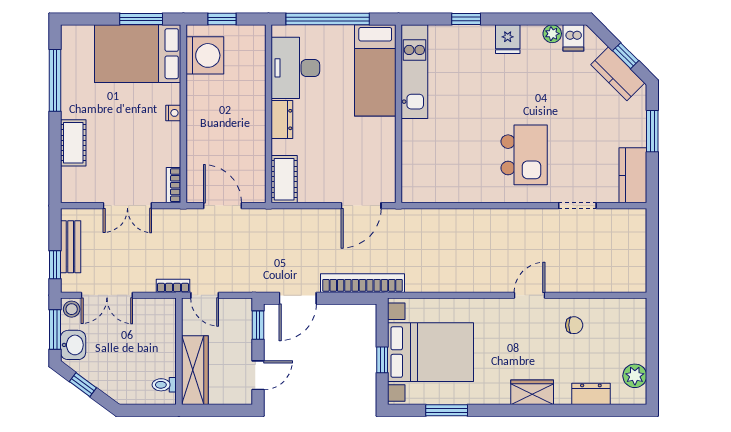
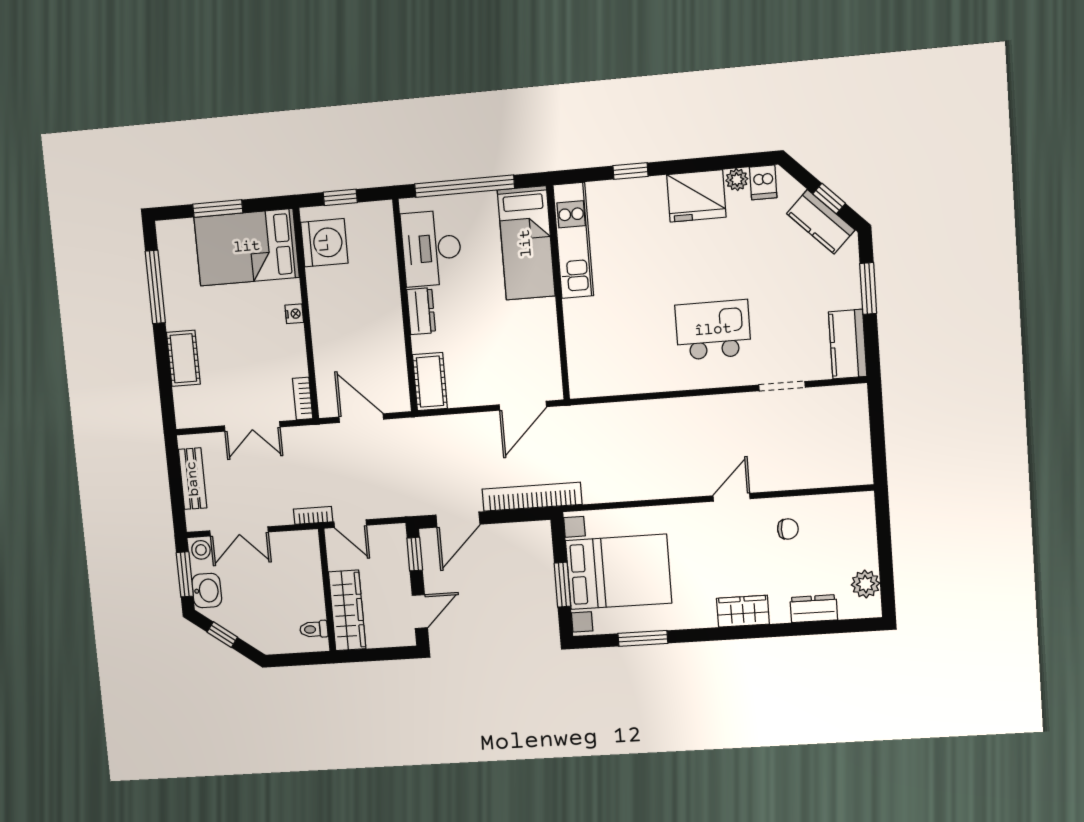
window: (141, 19) -> (218, 208), moved
fridge: (508, 39) -> (696, 196), width x1.88, depth x1.34
kitchen island: (524, 155) -> (713, 330), turned -90
window: (55, 265) -> (177, 501), removed
window: (382, 360) -> (562, 585), width x1.50

